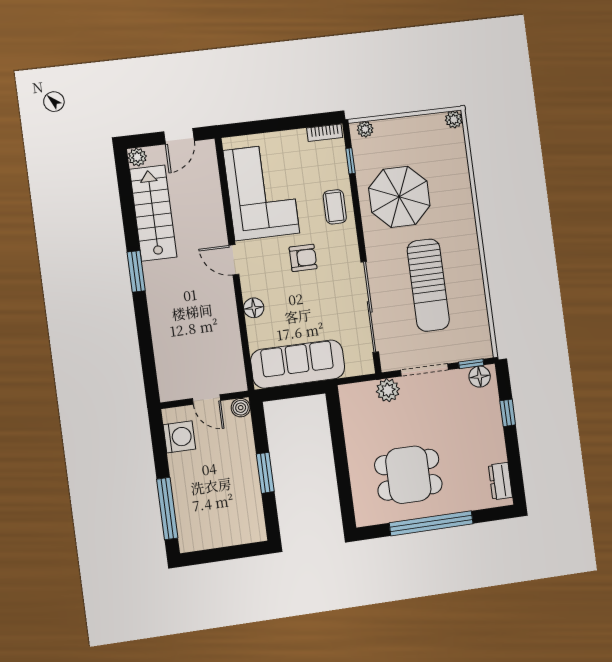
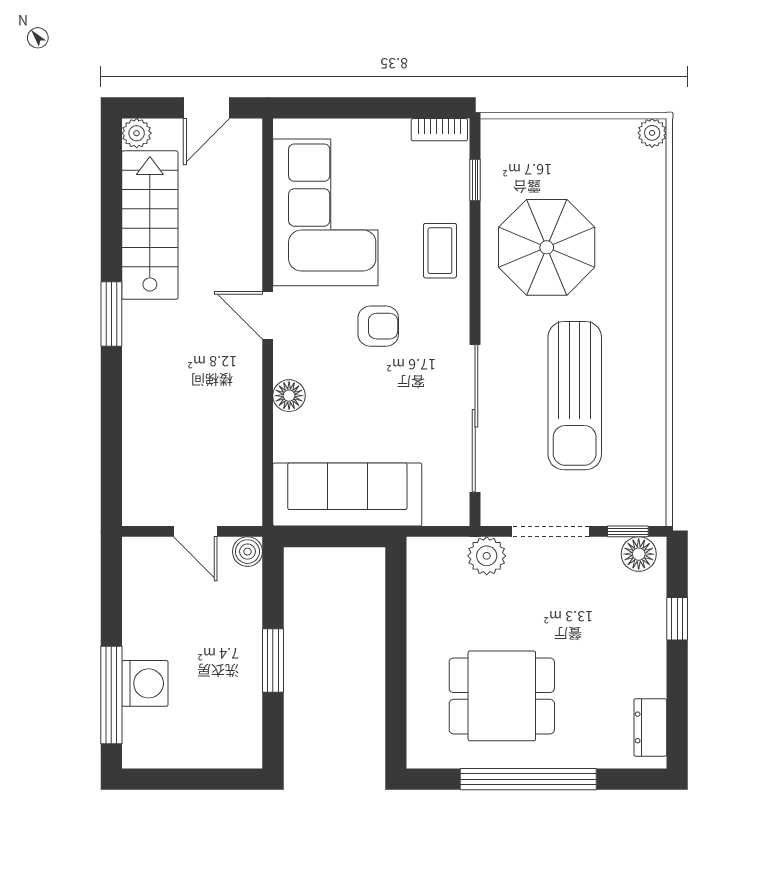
plant: (365, 129) -> (505, 132), removed
washing machine: (179, 437) -> (145, 683), moved

